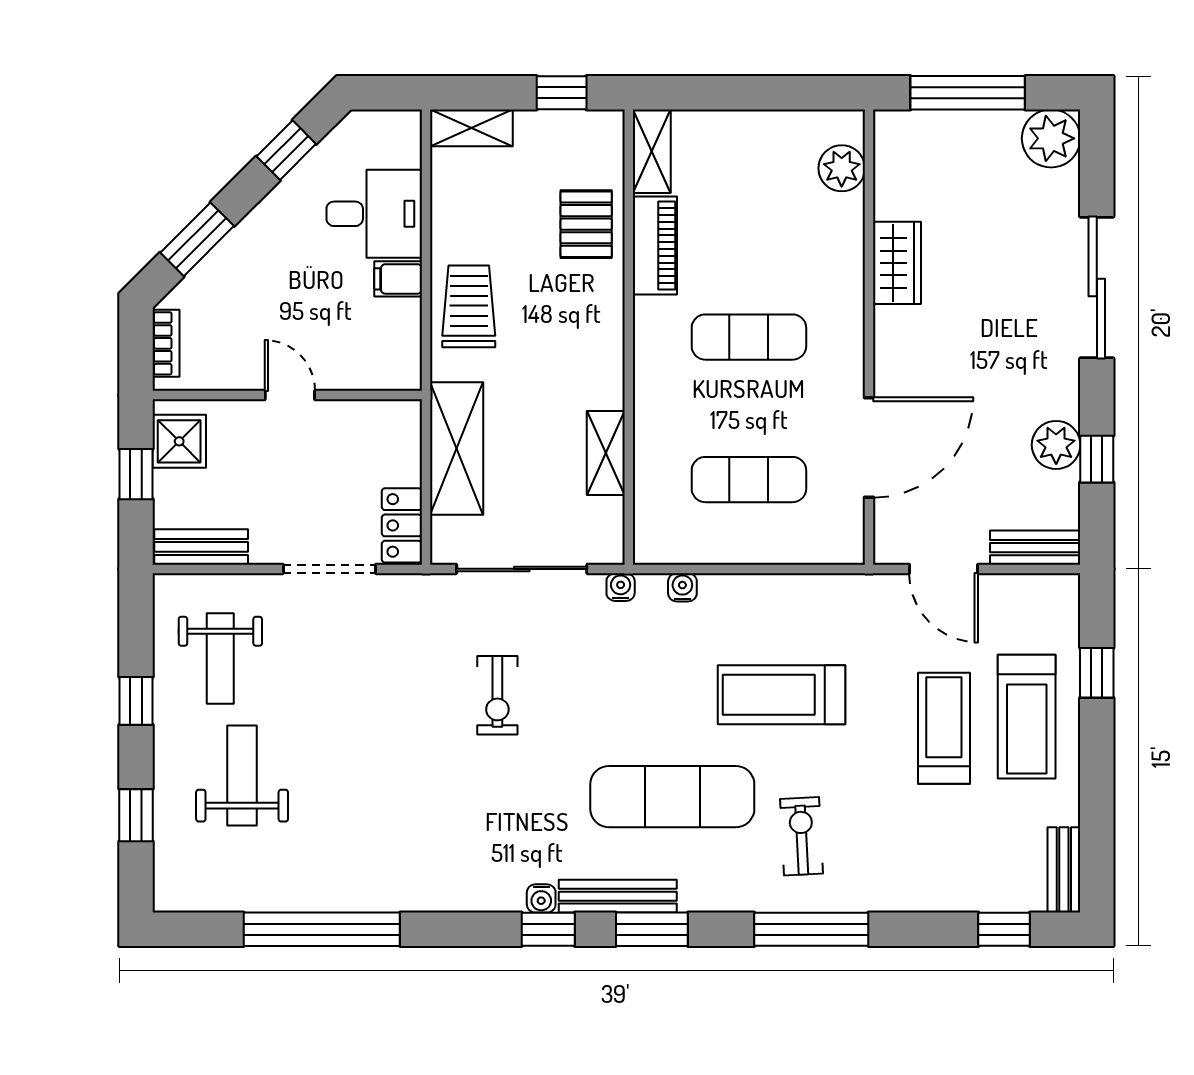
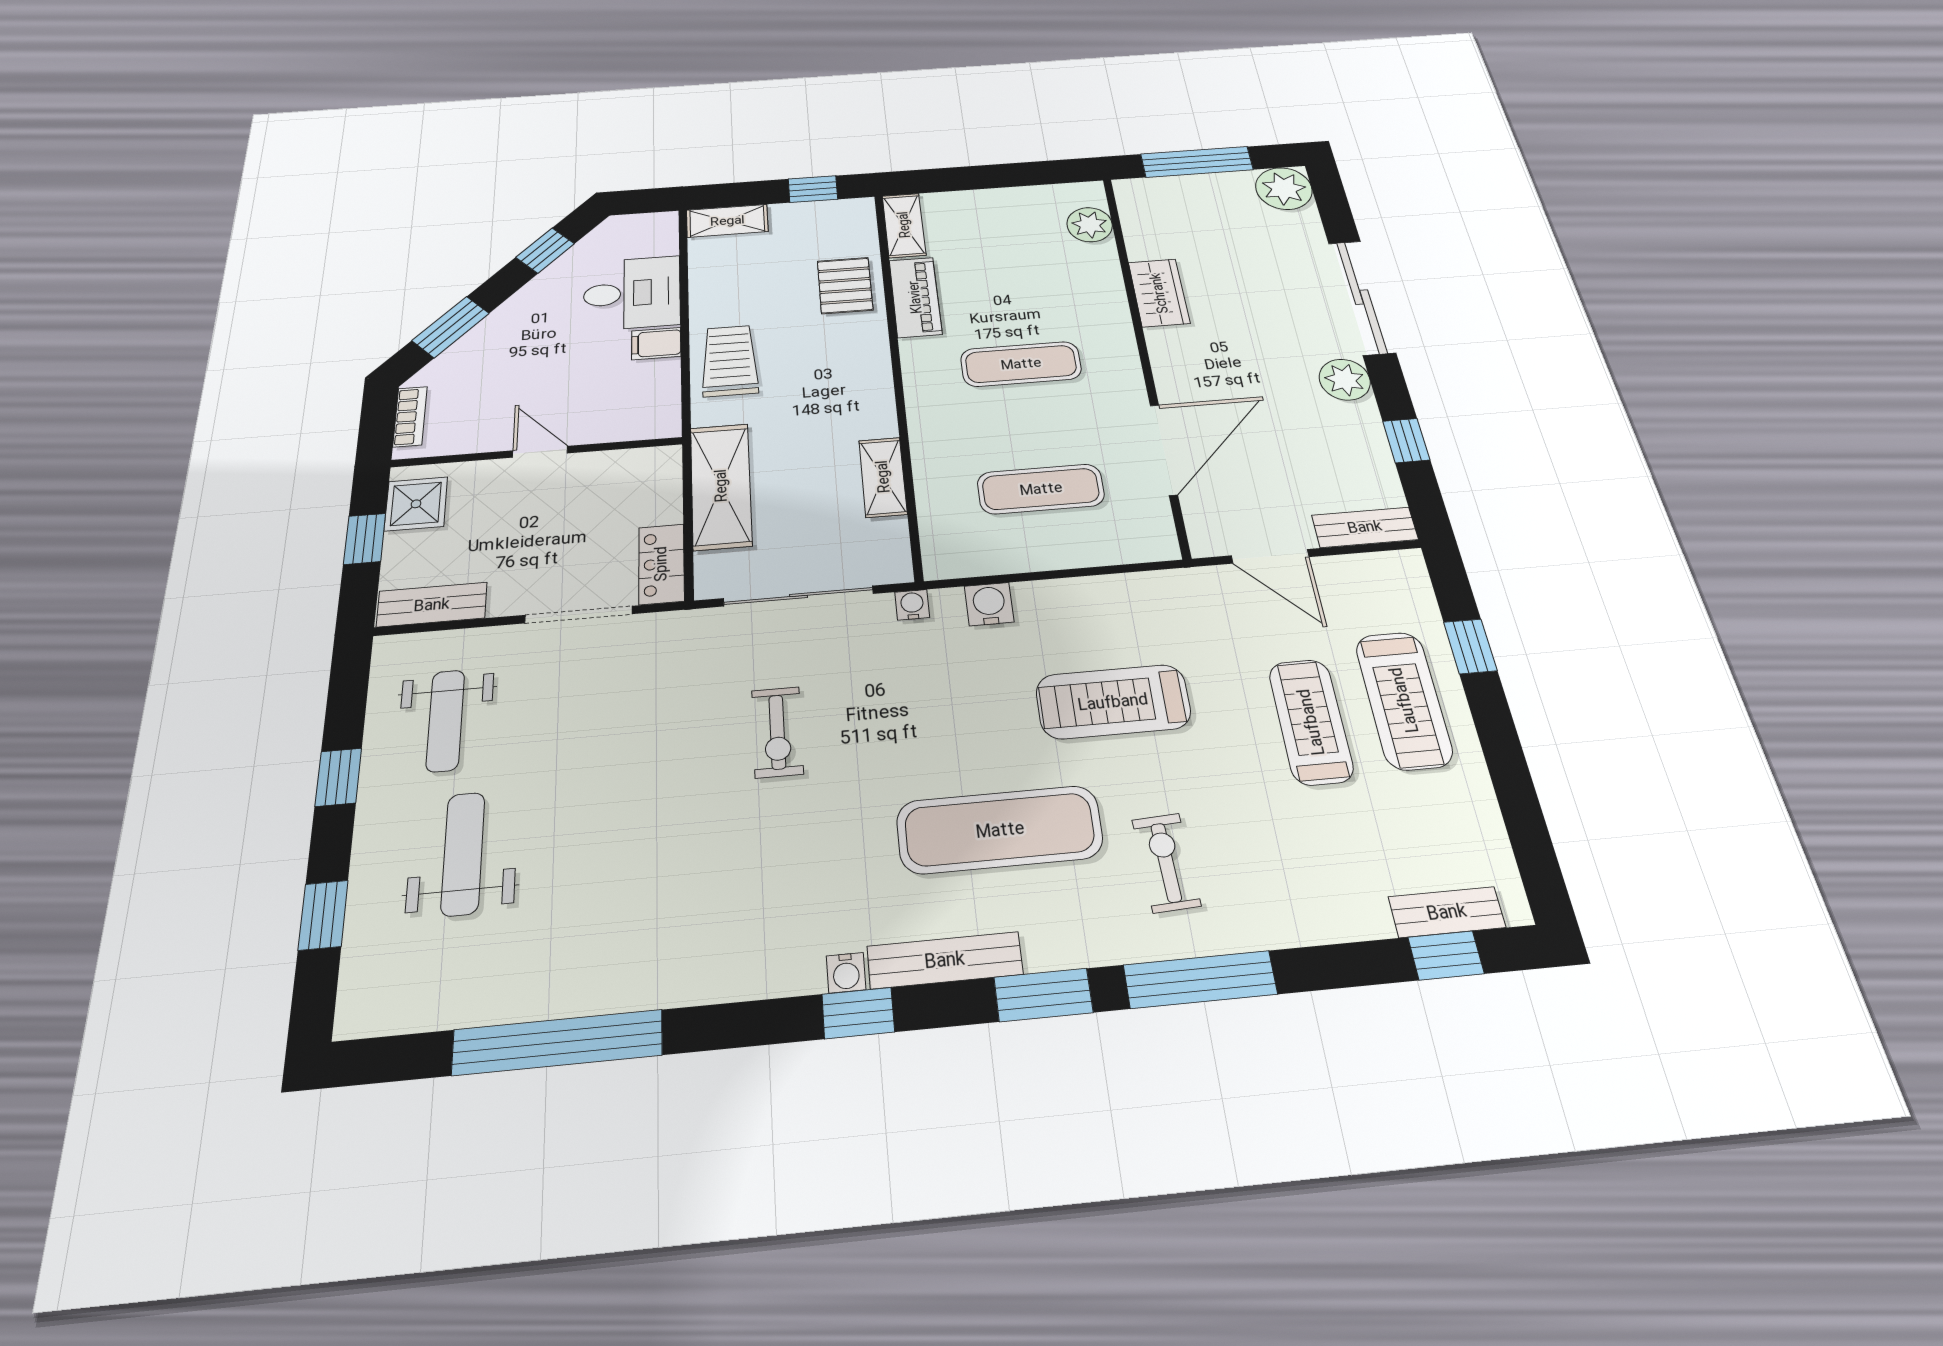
plant: (1056, 445) -> (1345, 380), moved
water cooler: (682, 587) -> (989, 604), width x1.38, depth x1.38
bench: (1064, 870) -> (1447, 912), moved, turned 90
window: (652, 929) -> (1043, 995), moved

